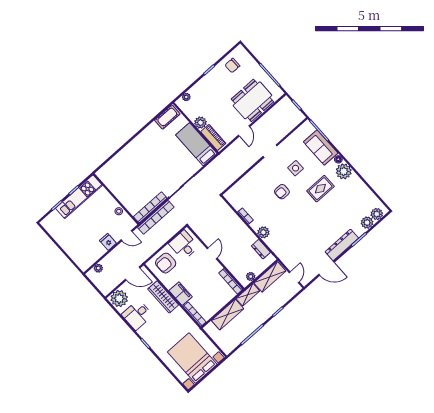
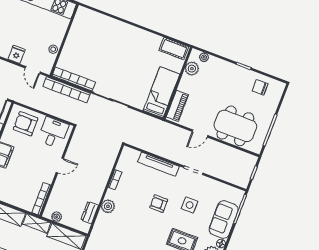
plant: (200, 123) -> (192, 69), moved
tv unit: (251, 176) -> (158, 164), added

